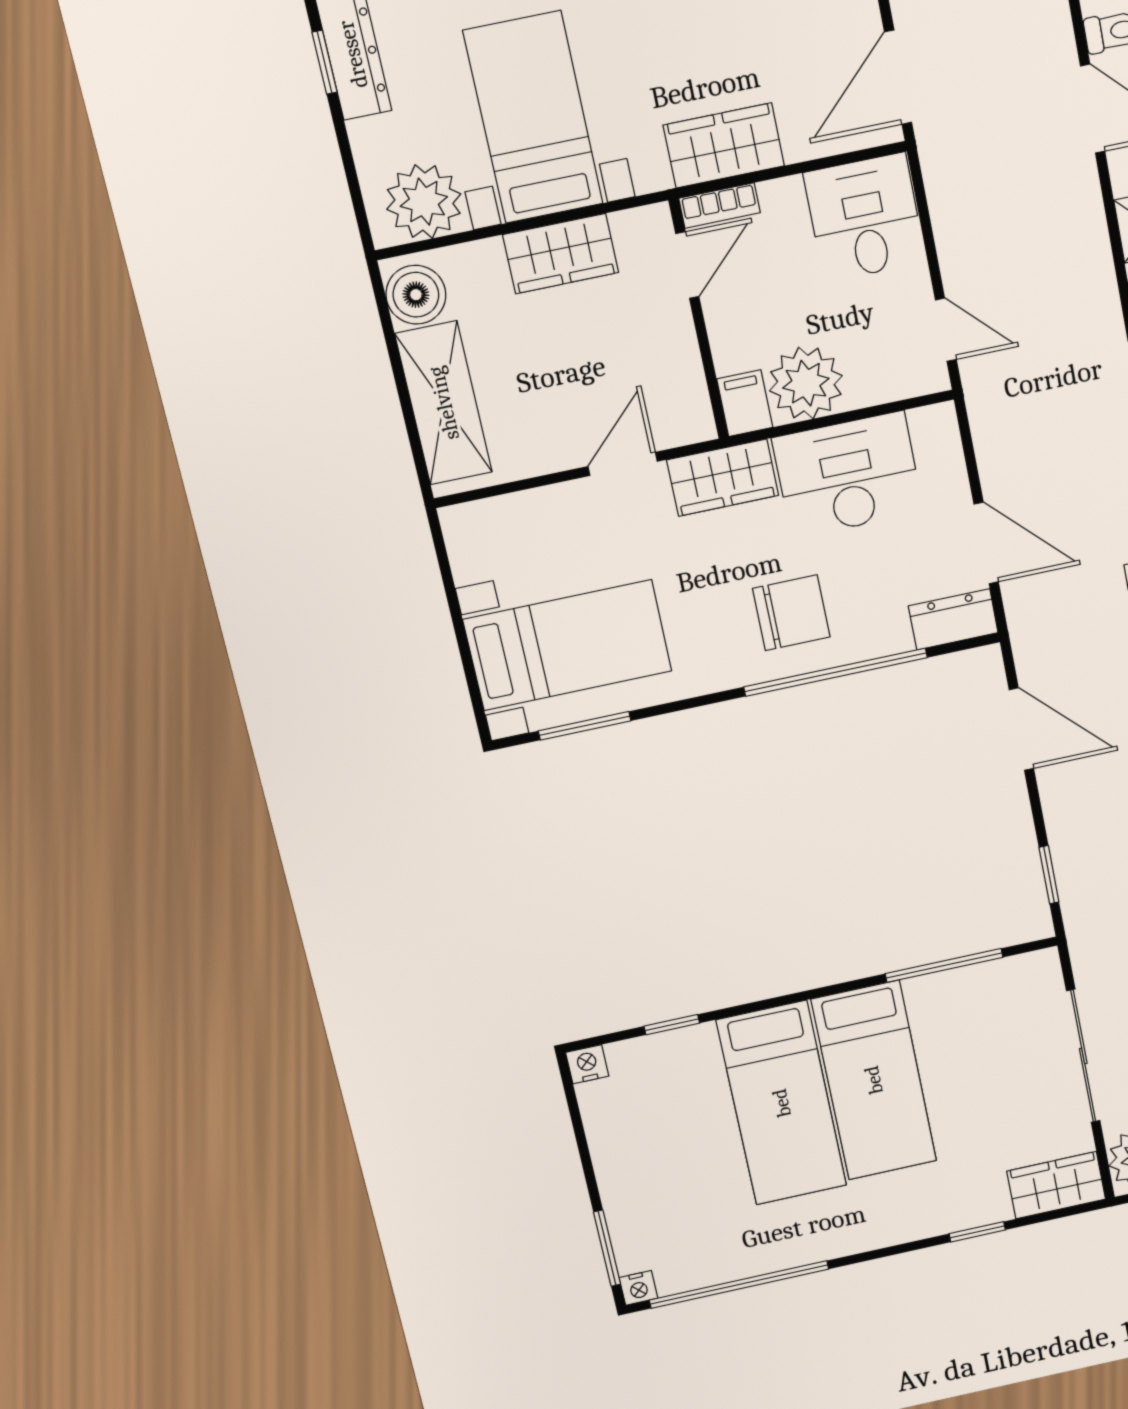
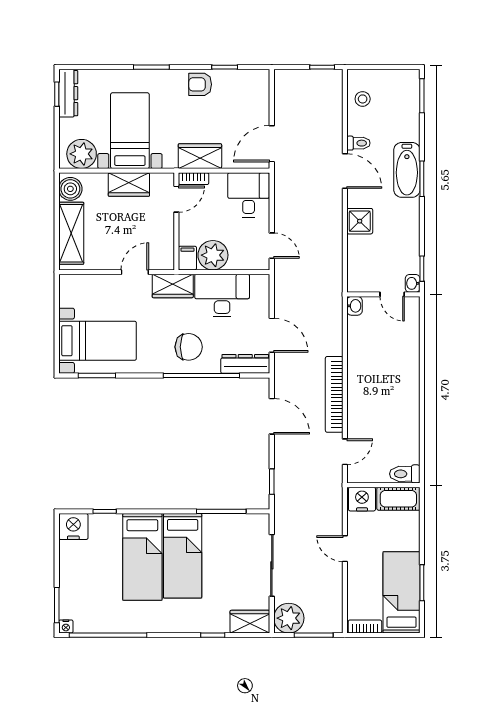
dresser: (953, 619) -> (245, 364), width x1.44
nightstand: (587, 1064) -> (73, 527), width x1.89, depth x1.79

